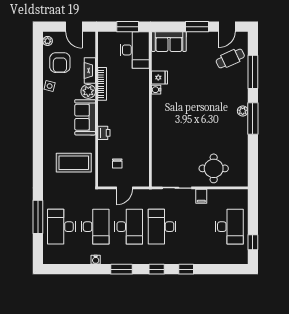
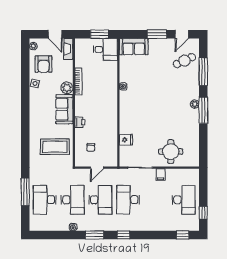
desk: (135, 50) -> (105, 49), width x0.73
fireplace: (90, 70) -> (68, 49), moved
fridge: (160, 78) -> (126, 140), moved
window: (186, 269) -> (183, 235), moved

